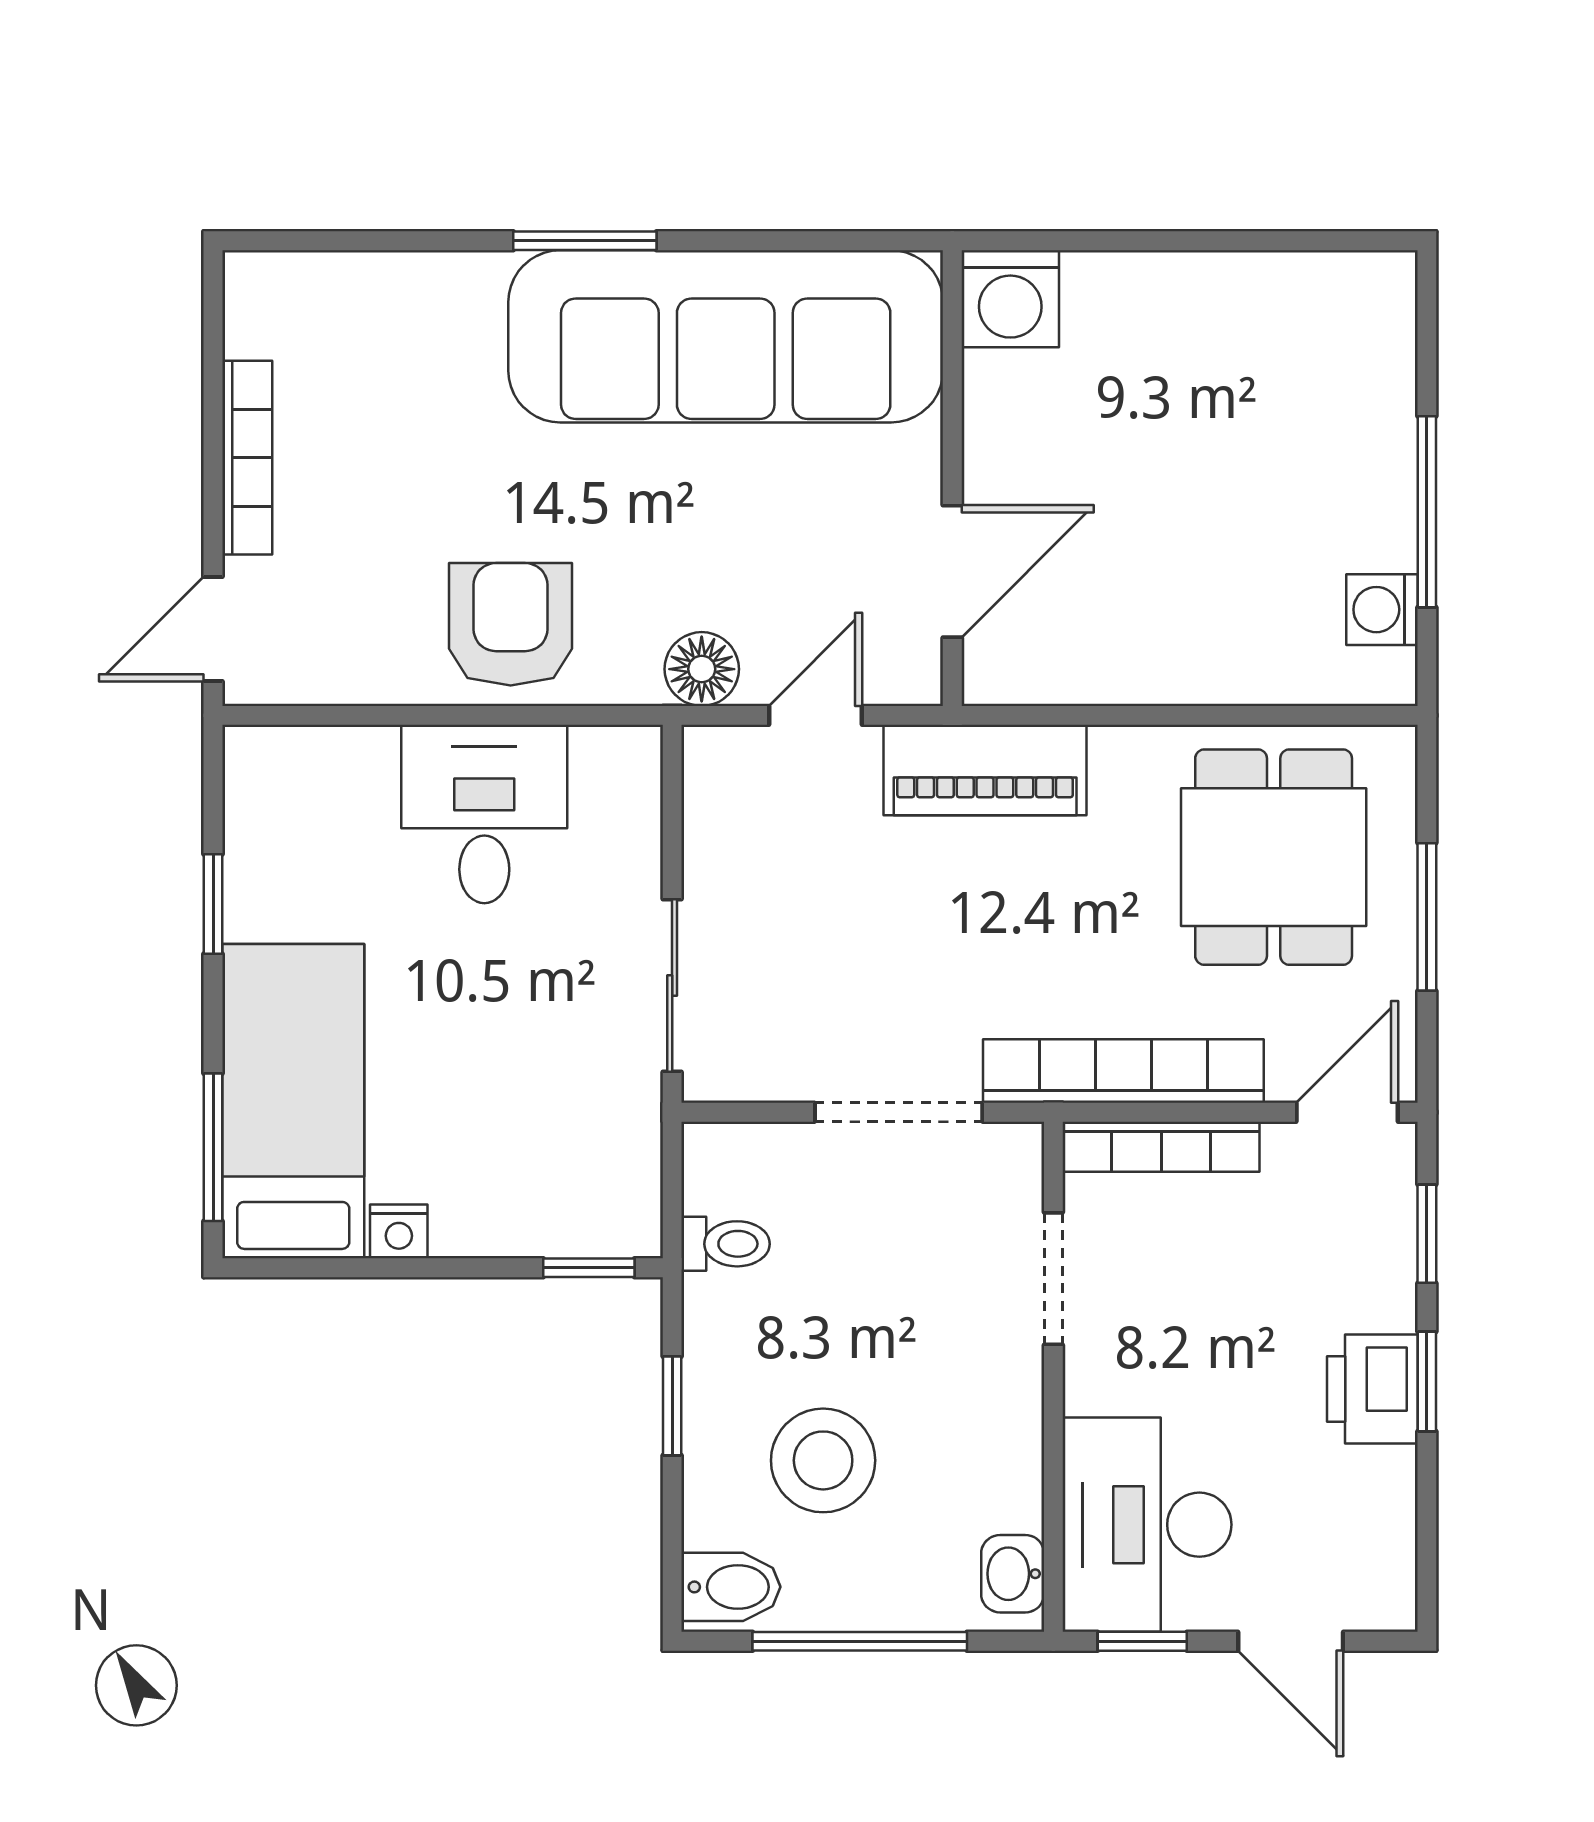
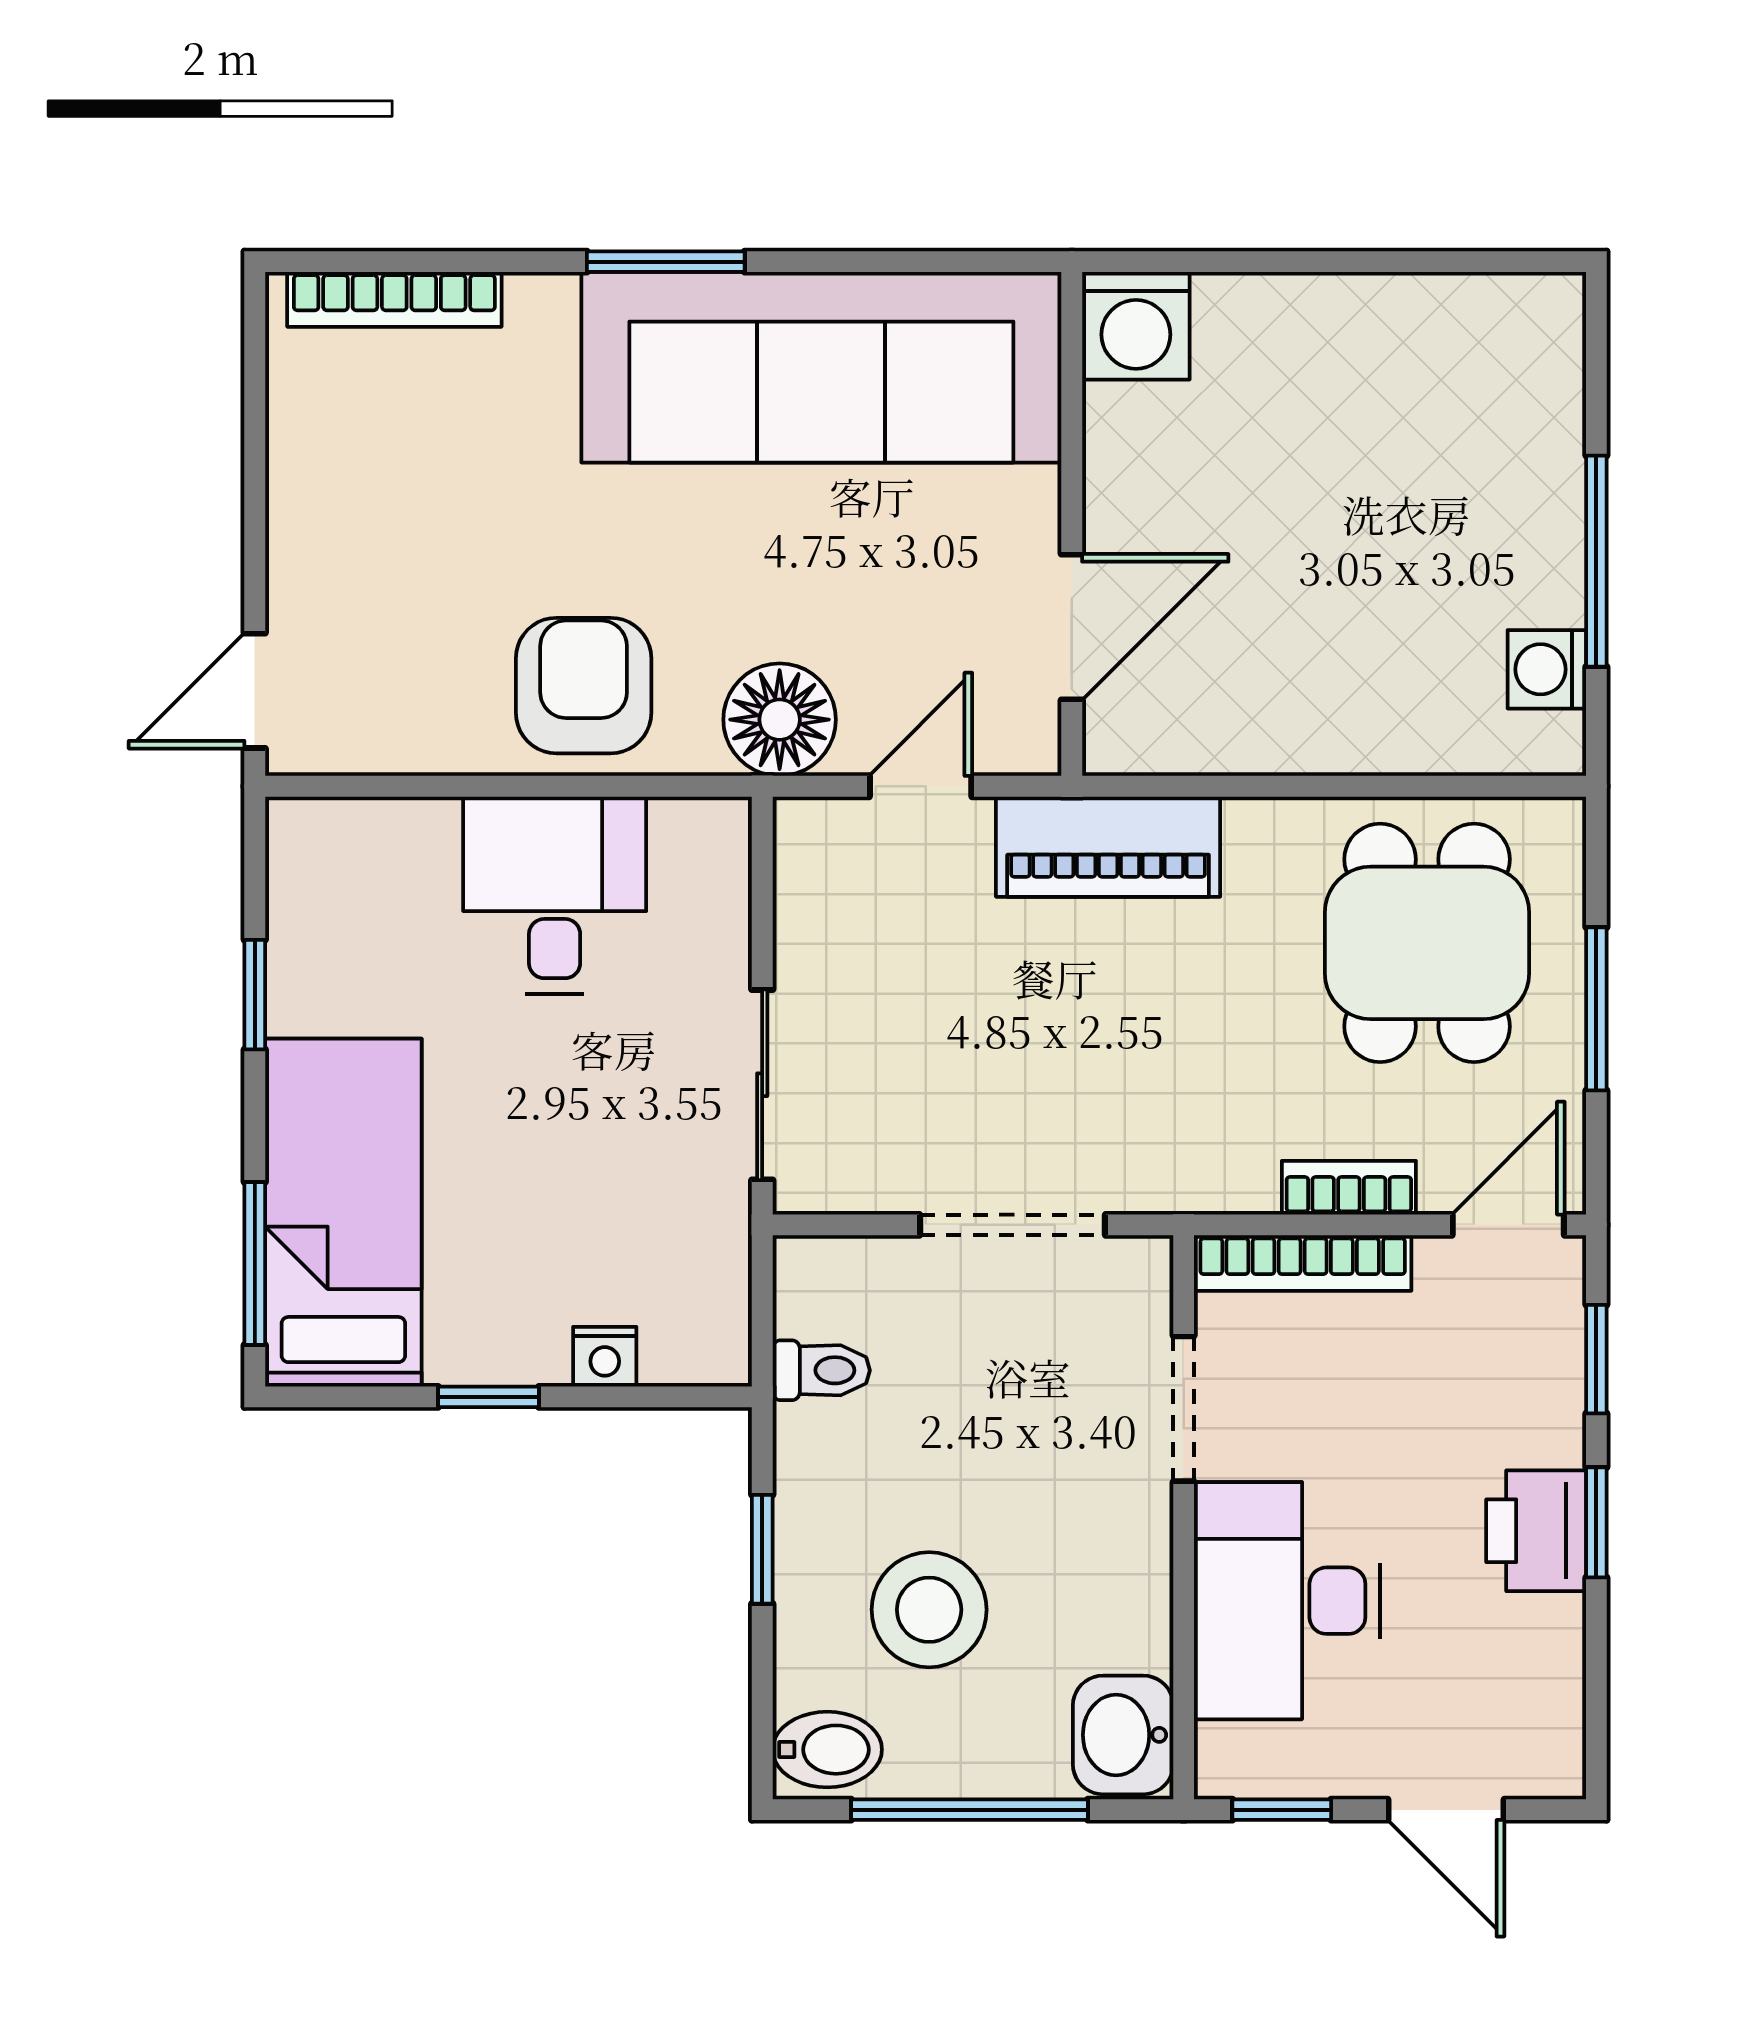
bookcase: (247, 458) -> (394, 299), moved, turned 90
floor lamp: (702, 669) -> (780, 720), width x1.38, depth x1.38
bookcase: (1123, 1071) -> (1349, 1188), width x0.43, depth x0.76
nightstand: (399, 1231) -> (605, 1357), moved
window: (589, 1268) -> (489, 1397), moved
desk: (1147, 1525) -> (1287, 1601), moved
washbasin: (1013, 1574) -> (1123, 1735), width x1.38, depth x1.45

